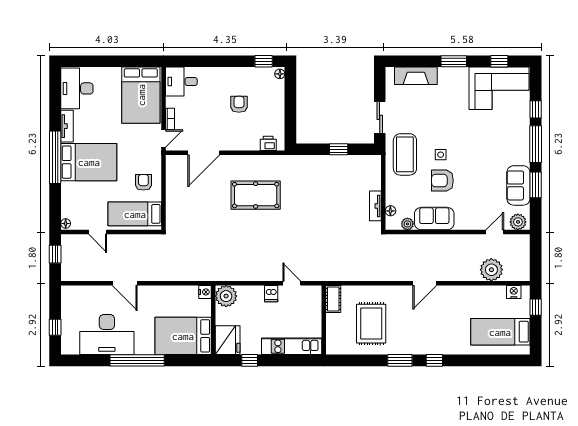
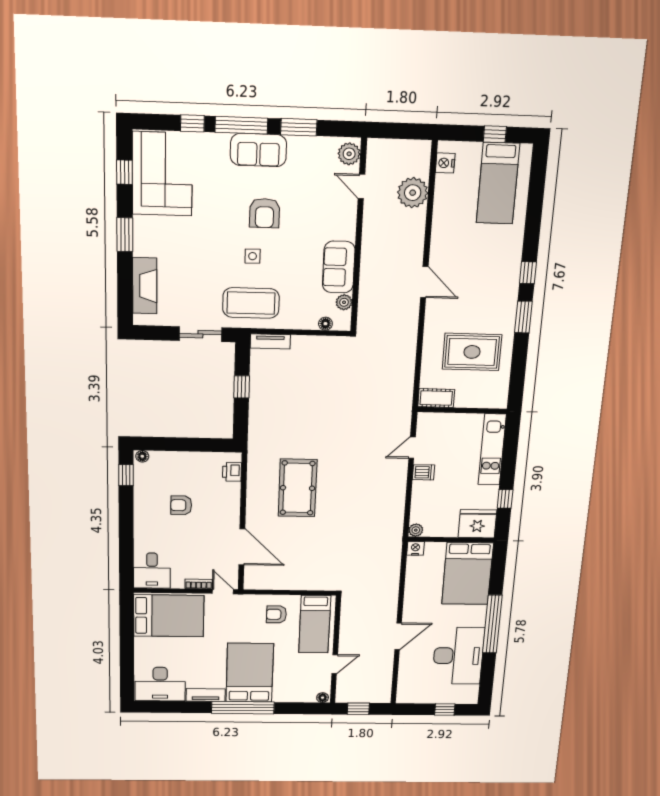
armchair: (442, 181) -> (265, 213), moved
sofa: (518, 185) -> (258, 150), moved
tv unit: (375, 206) -> (270, 341), moved
plant: (226, 296) -> (416, 530), width x0.53, depth x0.53
window: (536, 307) -> (495, 134), moved

